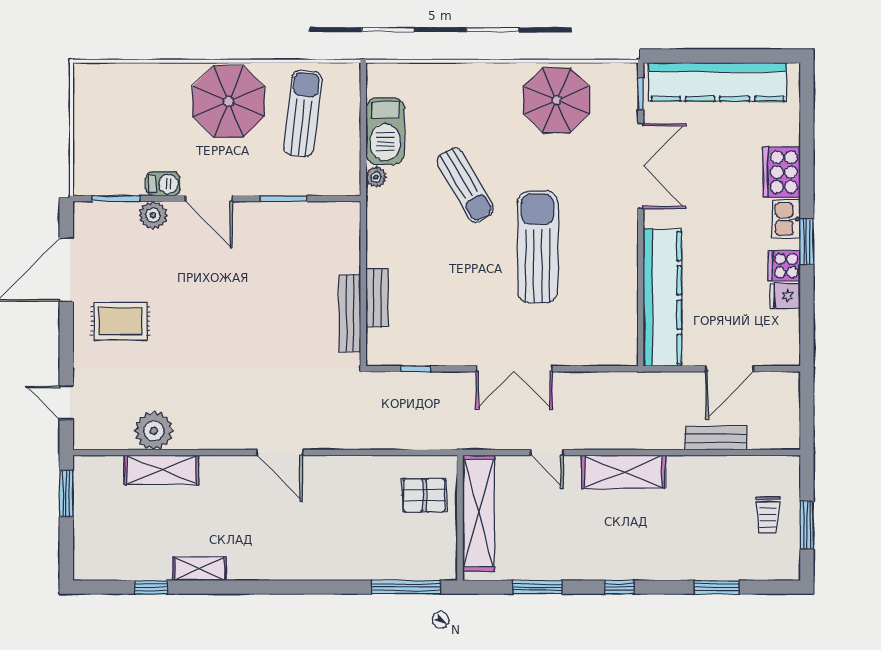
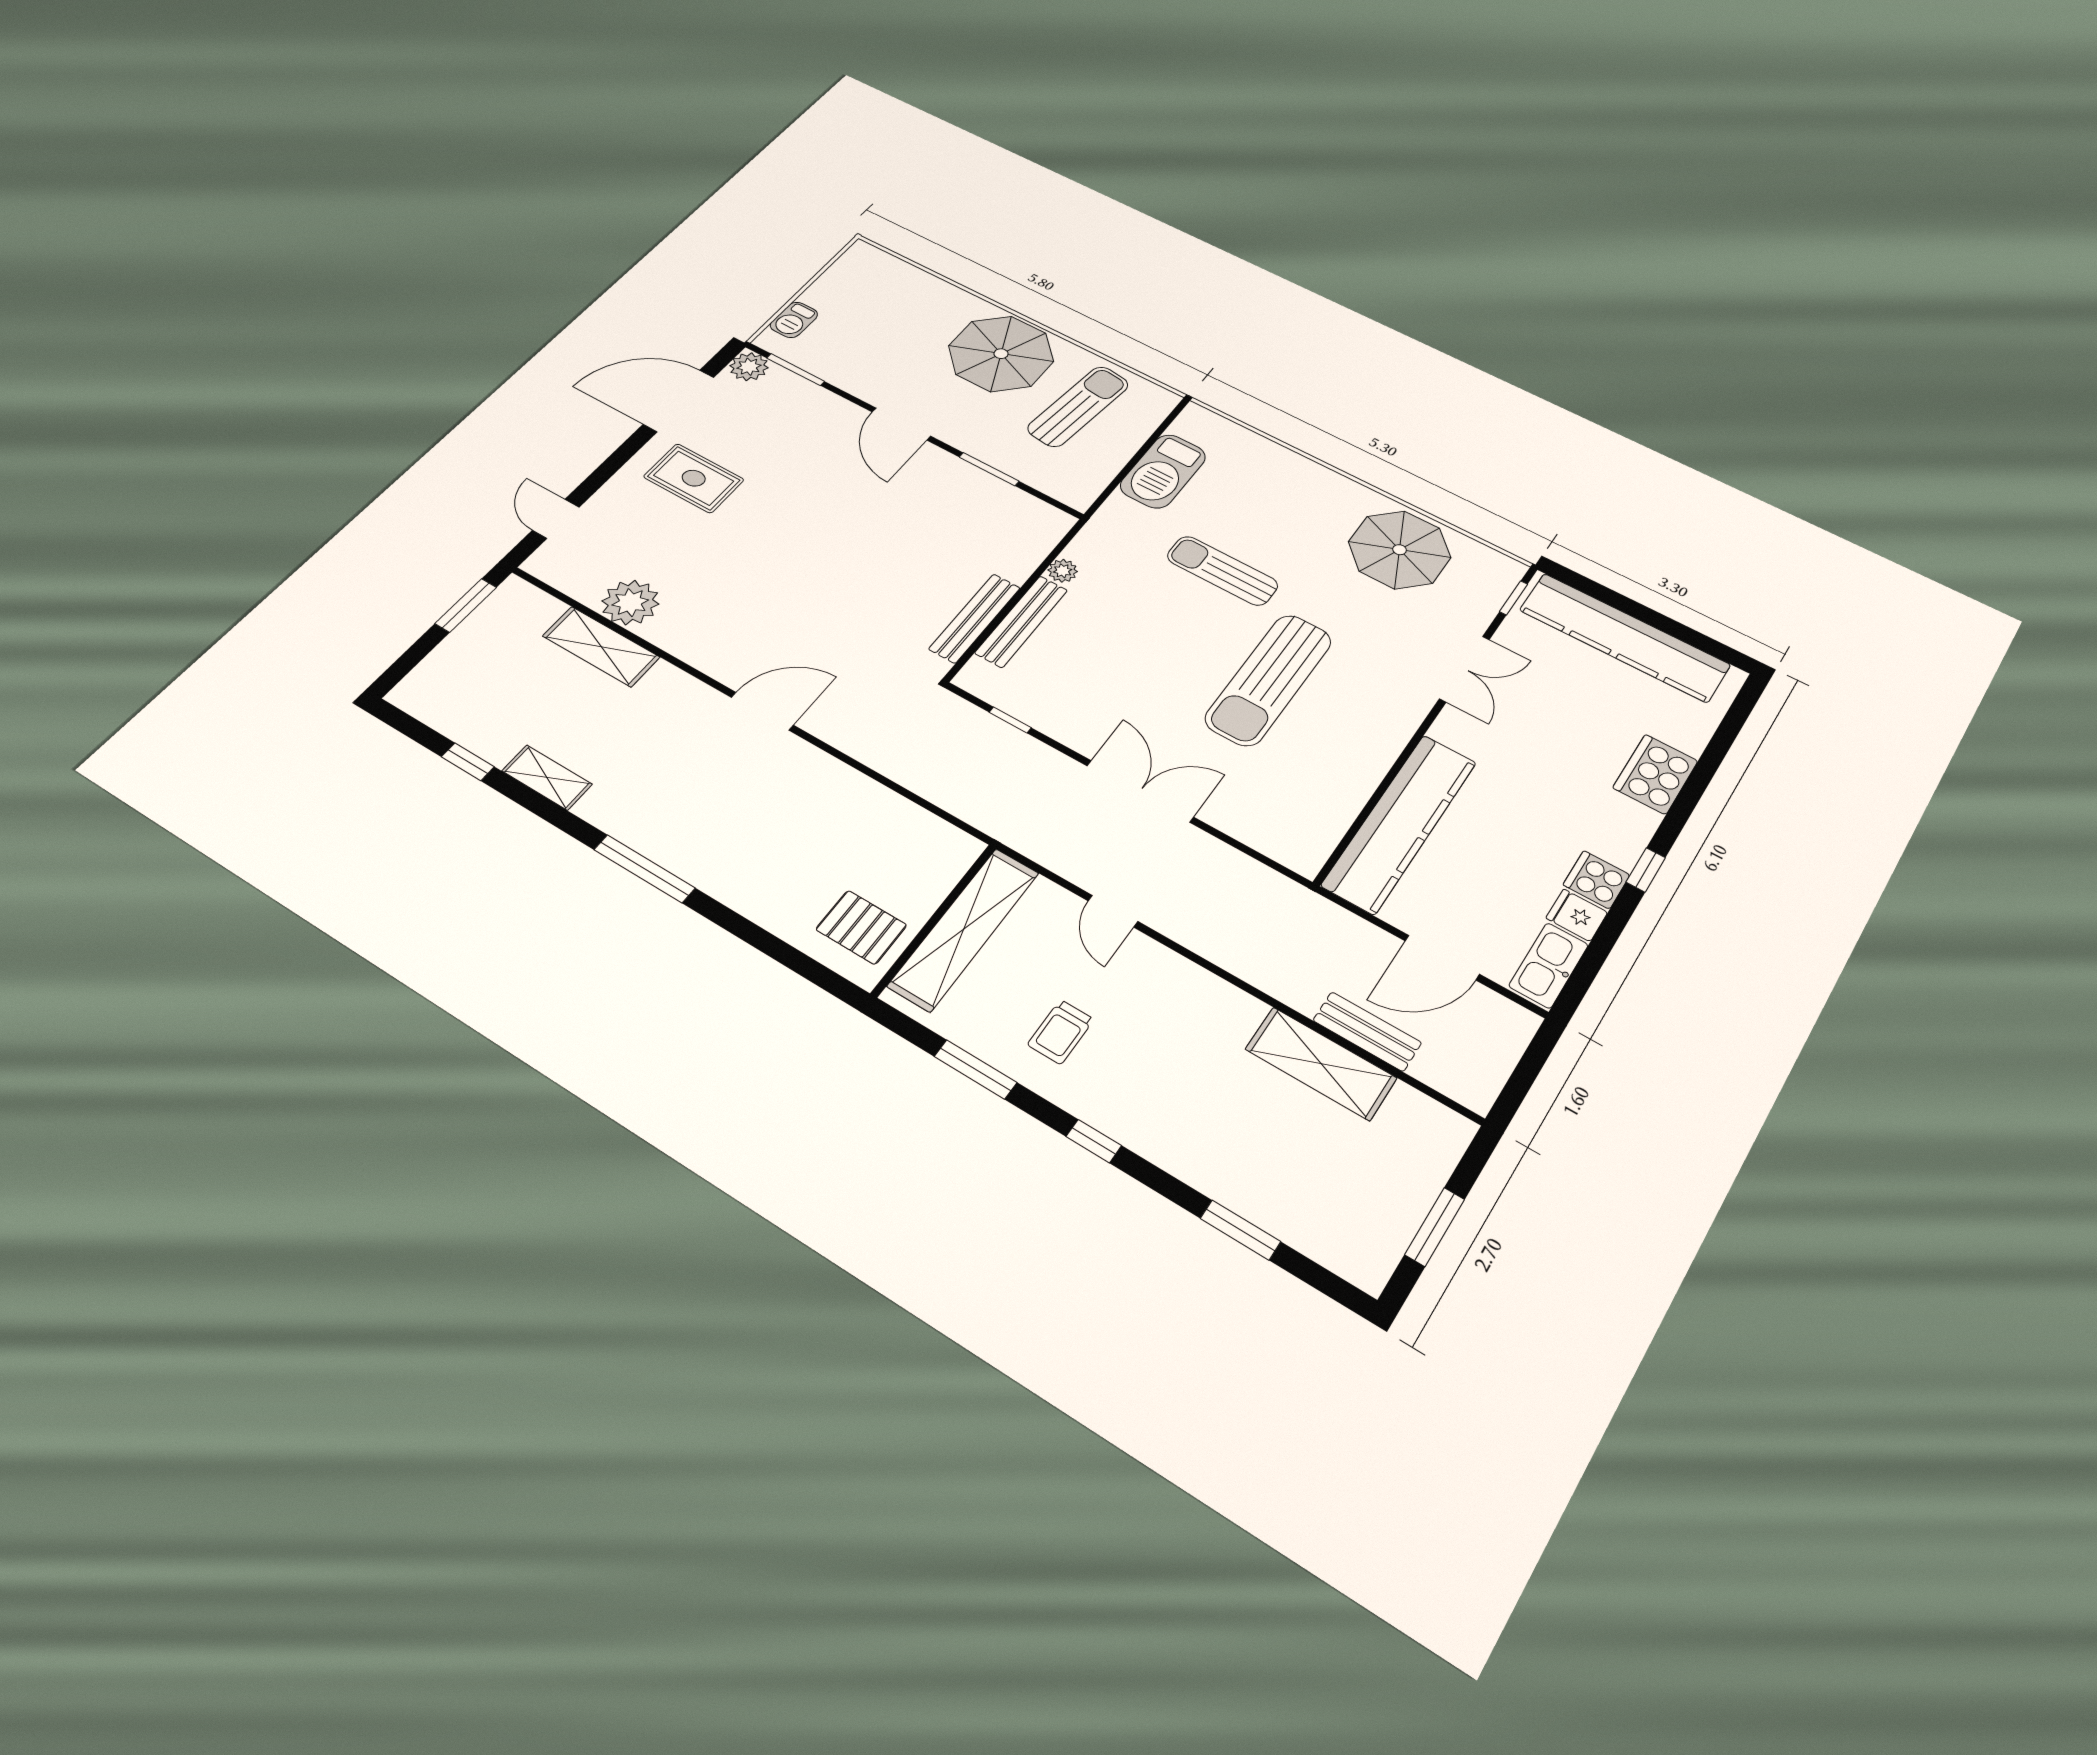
double door: (641, 166) -> (1465, 669), width x0.73
plant: (376, 177) -> (1063, 571), moved
barbecue: (163, 184) -> (794, 320), moved, turned 90
sun lounger: (465, 185) -> (1222, 571), turned 120
plant: (153, 215) -> (749, 367), moved
kitchen sink: (786, 219) -> (1549, 965), moved, width x1.38
window: (807, 242) -> (1646, 870), width x0.67
sun lounger: (538, 247) -> (1269, 680), turned 180
bench: (377, 298) -> (1021, 621), width x1.36
double door: (514, 369) -> (1140, 791), swing flipped
door: (280, 452) -> (762, 711), swing flipped
shelving: (624, 472) -> (1321, 1064), moved
pallet: (424, 495) -> (861, 927), moved
trolley: (768, 515) -> (1061, 1032), moved
window: (406, 587) -> (644, 869), moved

